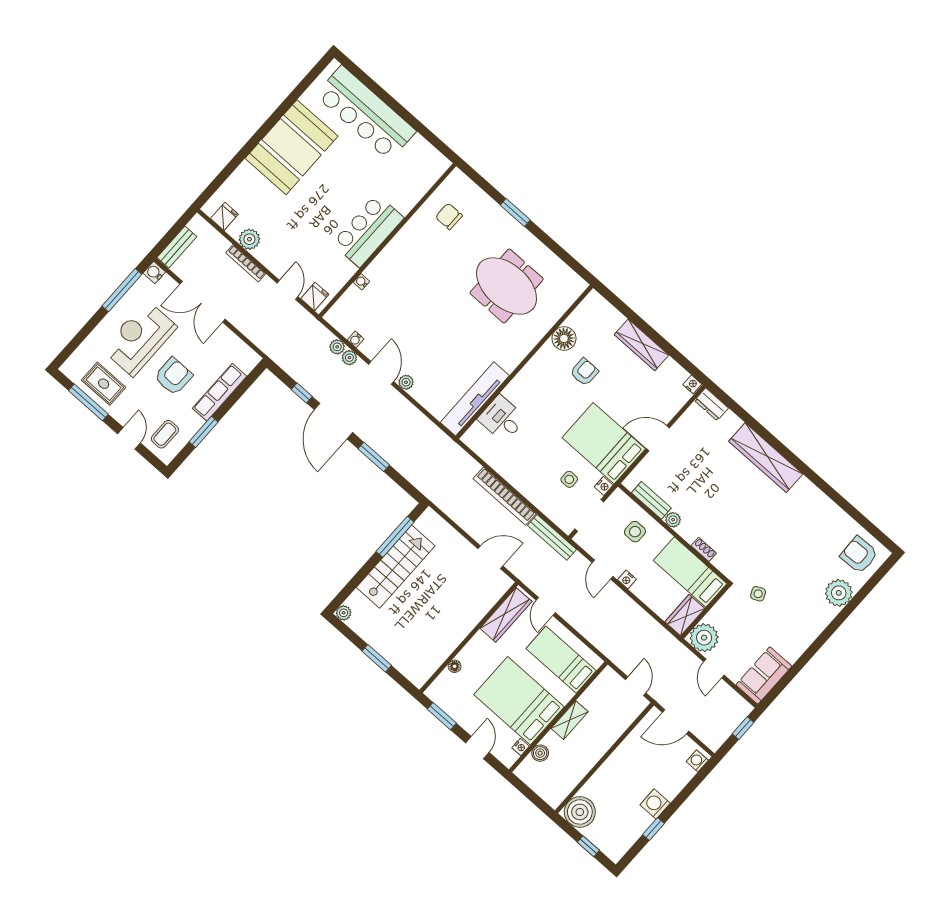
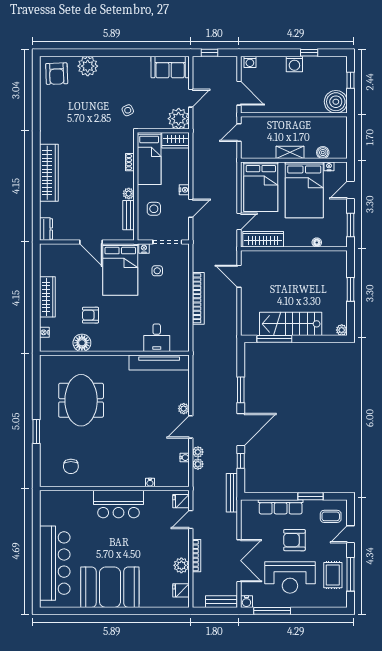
nightstand: (692, 384) -> (44, 332), moved
bench: (552, 537) -> (232, 493), moved
bed: (561, 660) -> (261, 187), width x1.50

